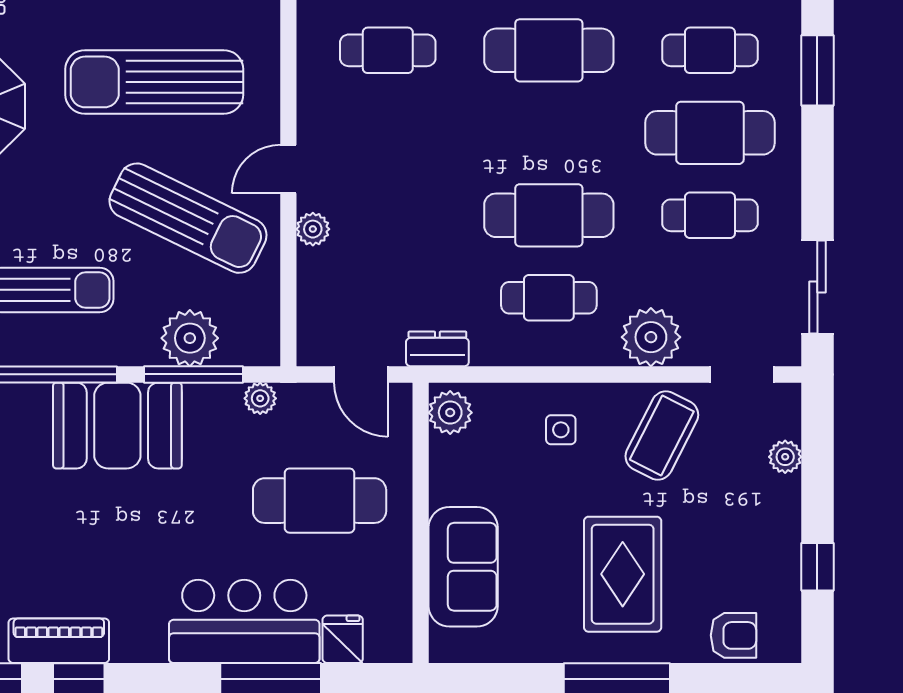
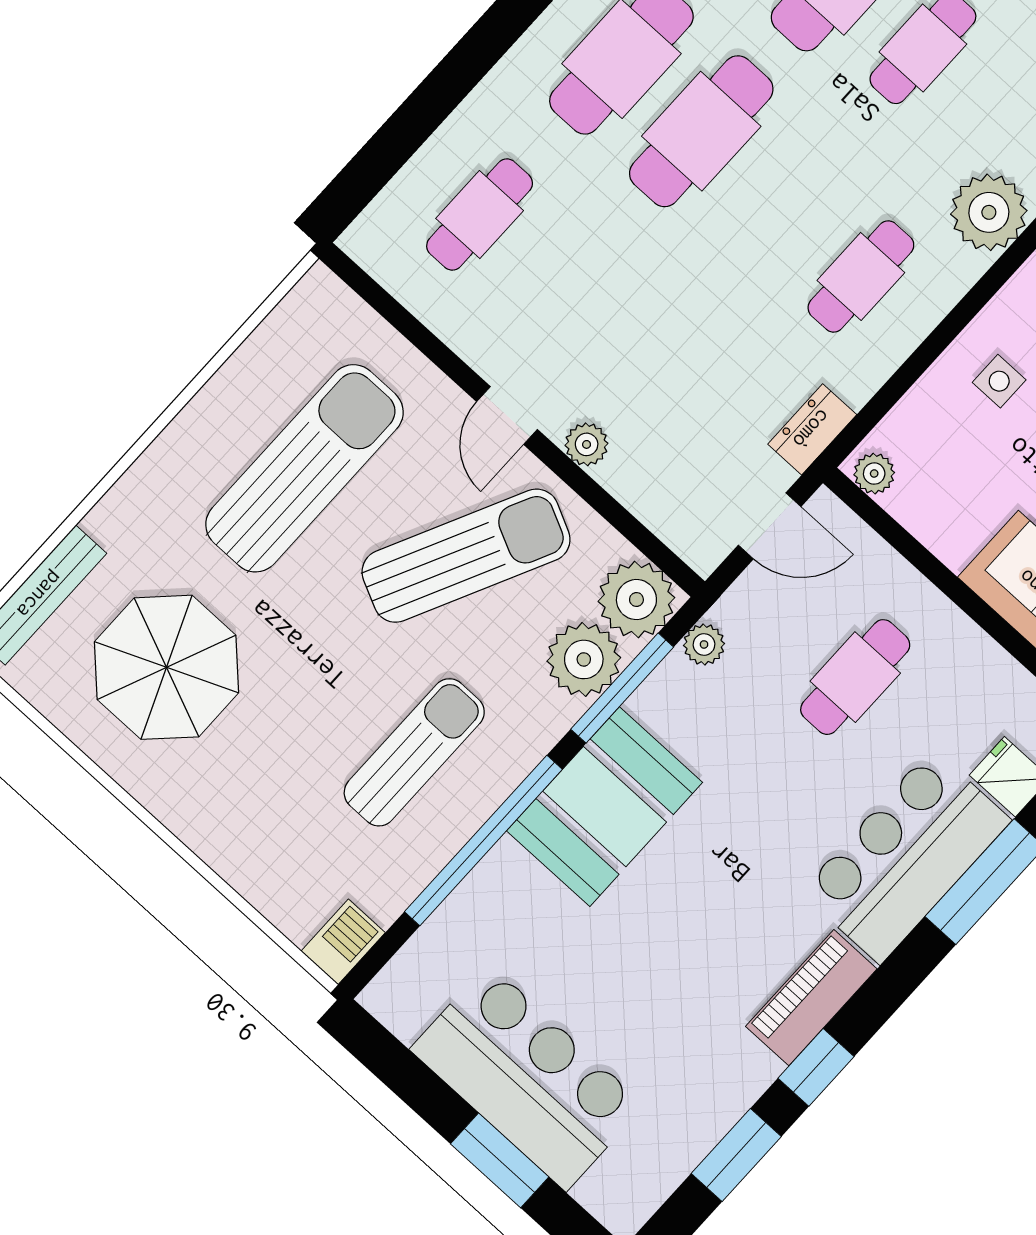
sun lounger: (154, 82) -> (305, 468), turned 180
cafe table: (549, 215) -> (701, 131), moved
plant: (251, 337) -> (636, 599), added
plant: (450, 413) -> (874, 474), width x0.73, depth x0.73
cafe table: (320, 501) -> (855, 677), width x0.73, depth x0.74
piano: (59, 641) -> (811, 998), moved

